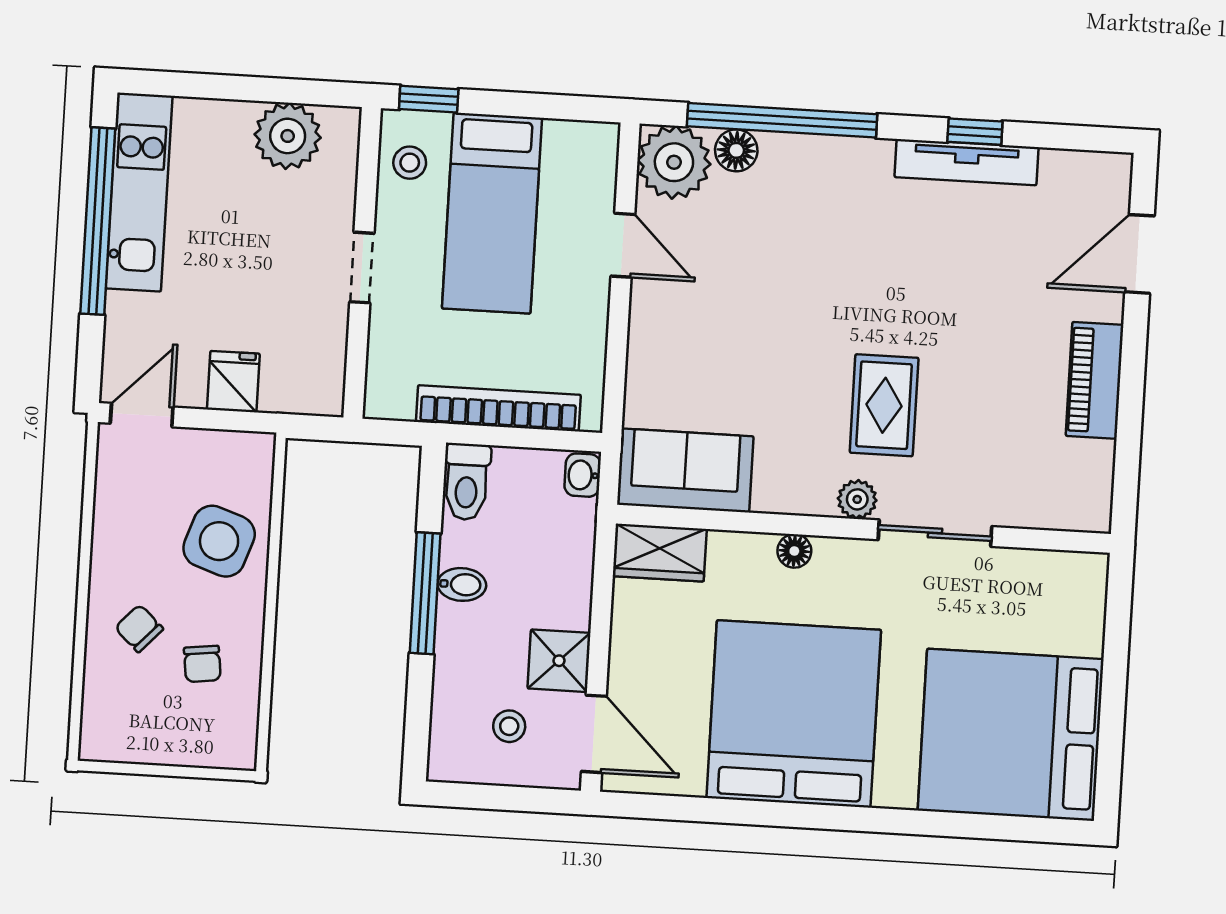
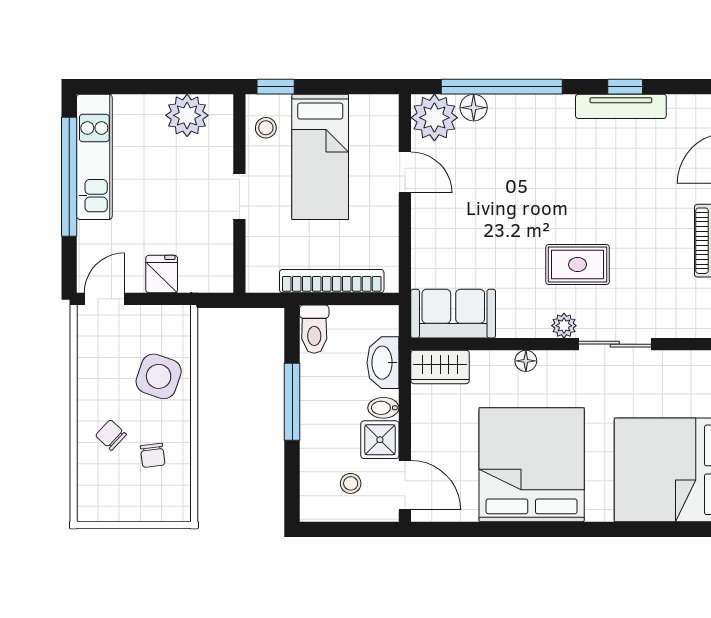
rug: (884, 405) -> (578, 265), turned 90
washbasin: (583, 475) -> (383, 363), moved, width x1.91, depth x1.45
bidet: (462, 584) -> (383, 408), moved, turned 180

